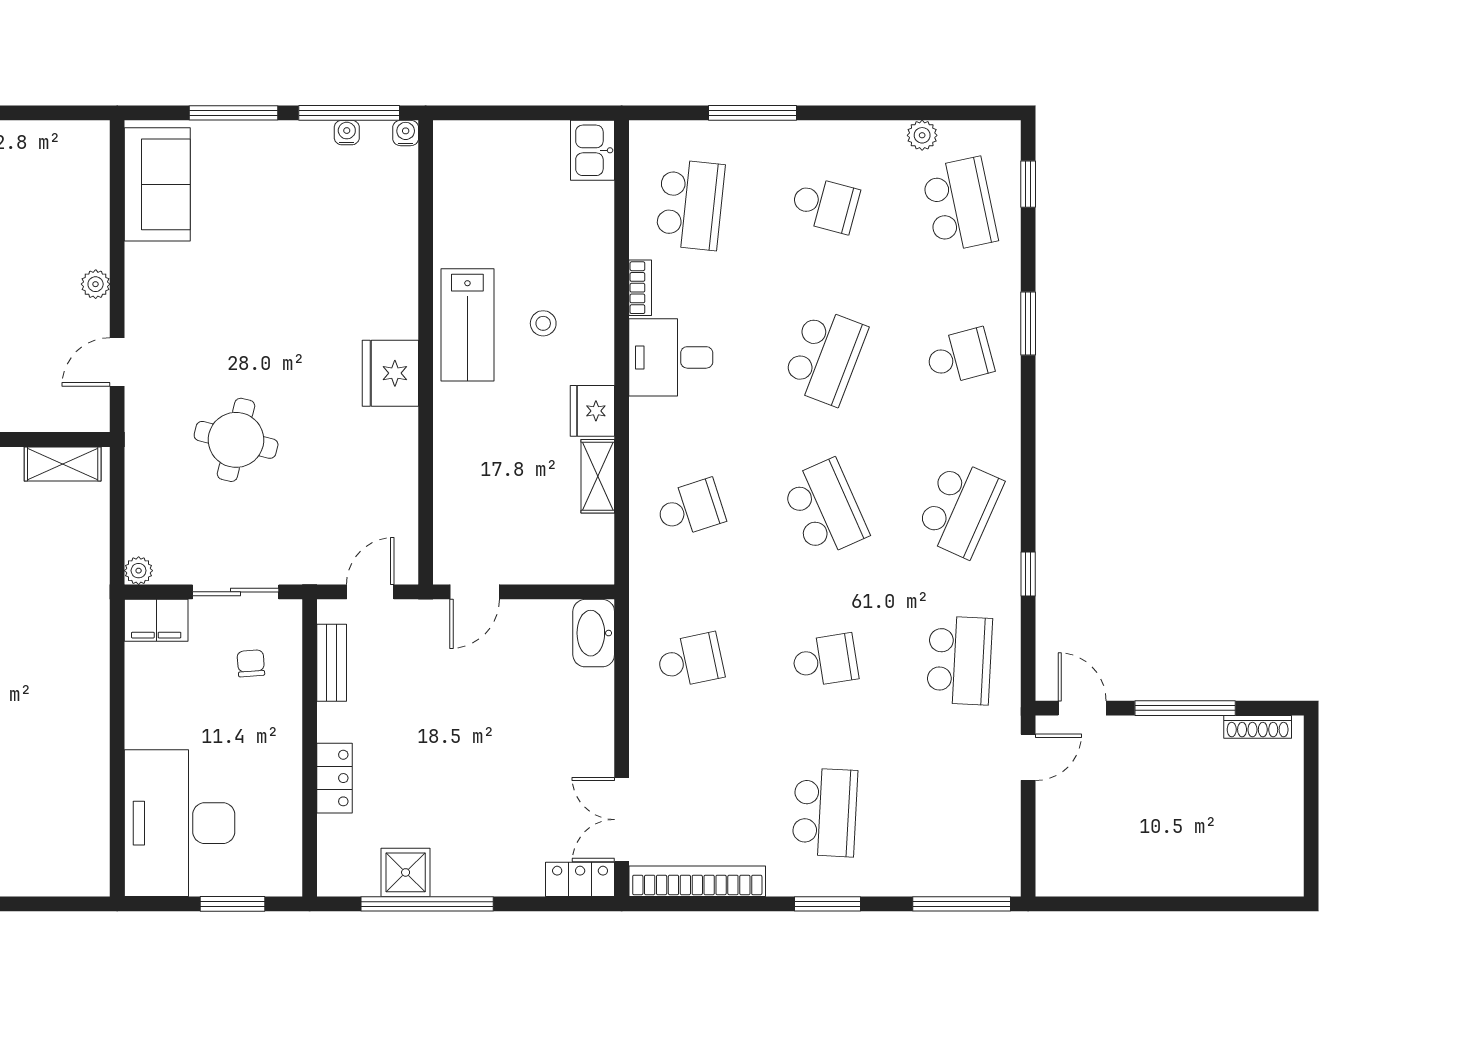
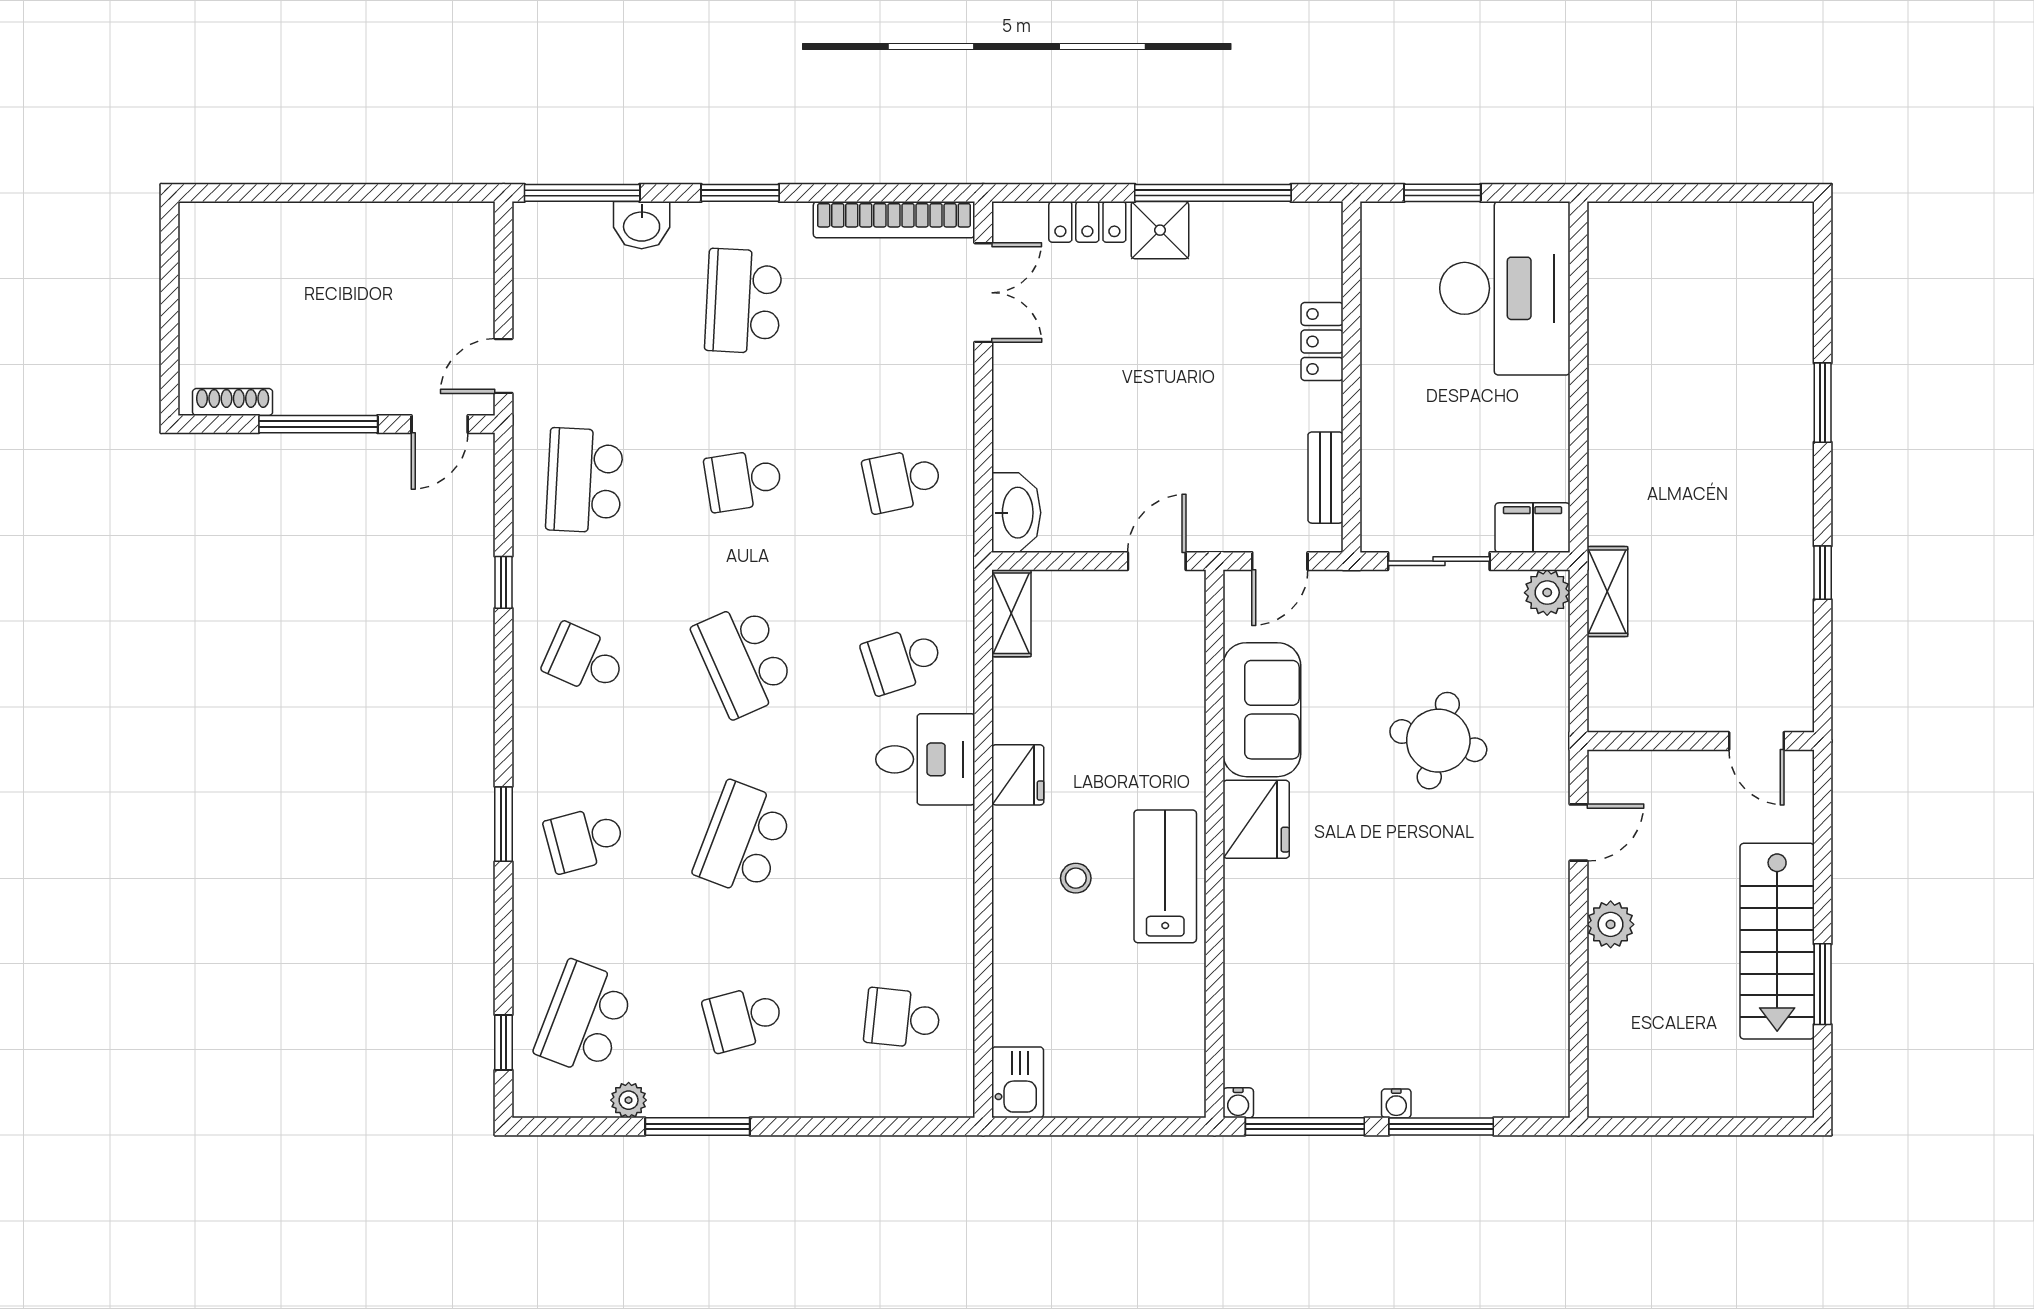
window: (752, 113) -> (697, 1127), moved
water cooler: (347, 133) -> (1396, 1103), moved
sofa: (157, 184) -> (1262, 710), moved, turned 180
school desk: (690, 205) -> (902, 1018), width x0.54
school desk: (825, 205) -> (743, 1018), turned -30
school desk: (959, 205) -> (584, 1018), turned 33
plant: (96, 284) -> (1611, 924), width x1.38, depth x1.38
bookcase: (640, 288) -> (961, 920), removed
window: (1028, 323) -> (504, 824), moved
desk: (671, 357) -> (925, 759), moved
shelving: (63, 464) -> (1607, 592), moved, turned 90
shelving: (598, 476) -> (1011, 613), moved
school desk: (959, 508) -> (584, 660), width x0.54
plant: (139, 571) -> (1547, 593), width x1.38, depth x1.38
chair: (251, 663) -> (1421, 477), removed
door: (1082, 708) -> (440, 424), hinge flipped
shower: (406, 872) -> (1160, 230), moved
washbasin: (911, 877) -> (642, 225), added
locker: (580, 879) -> (1087, 222), moved

